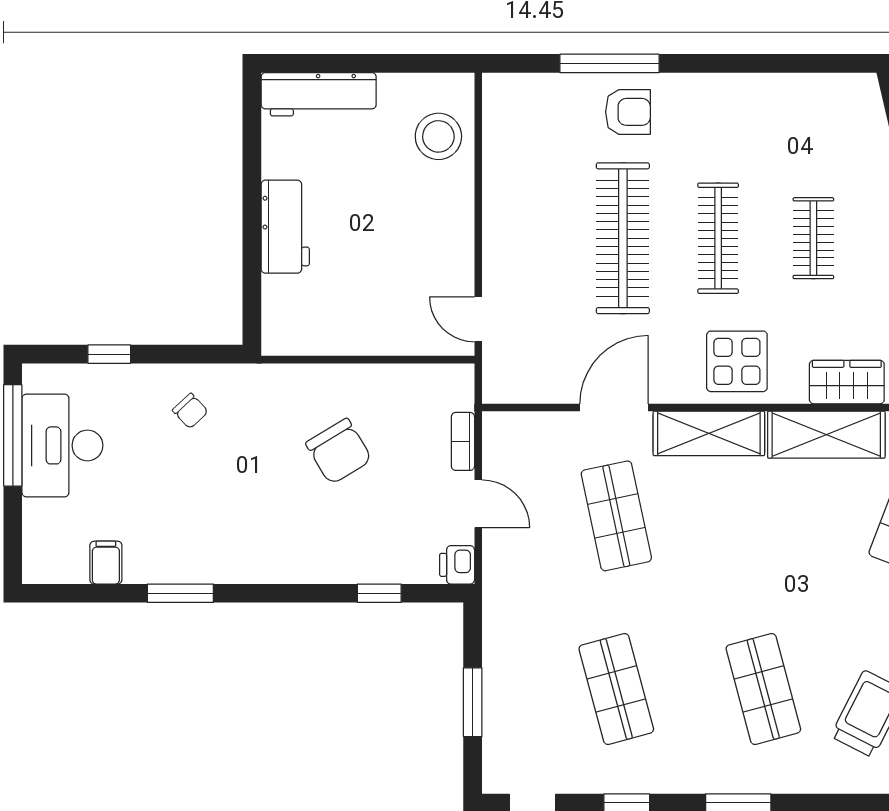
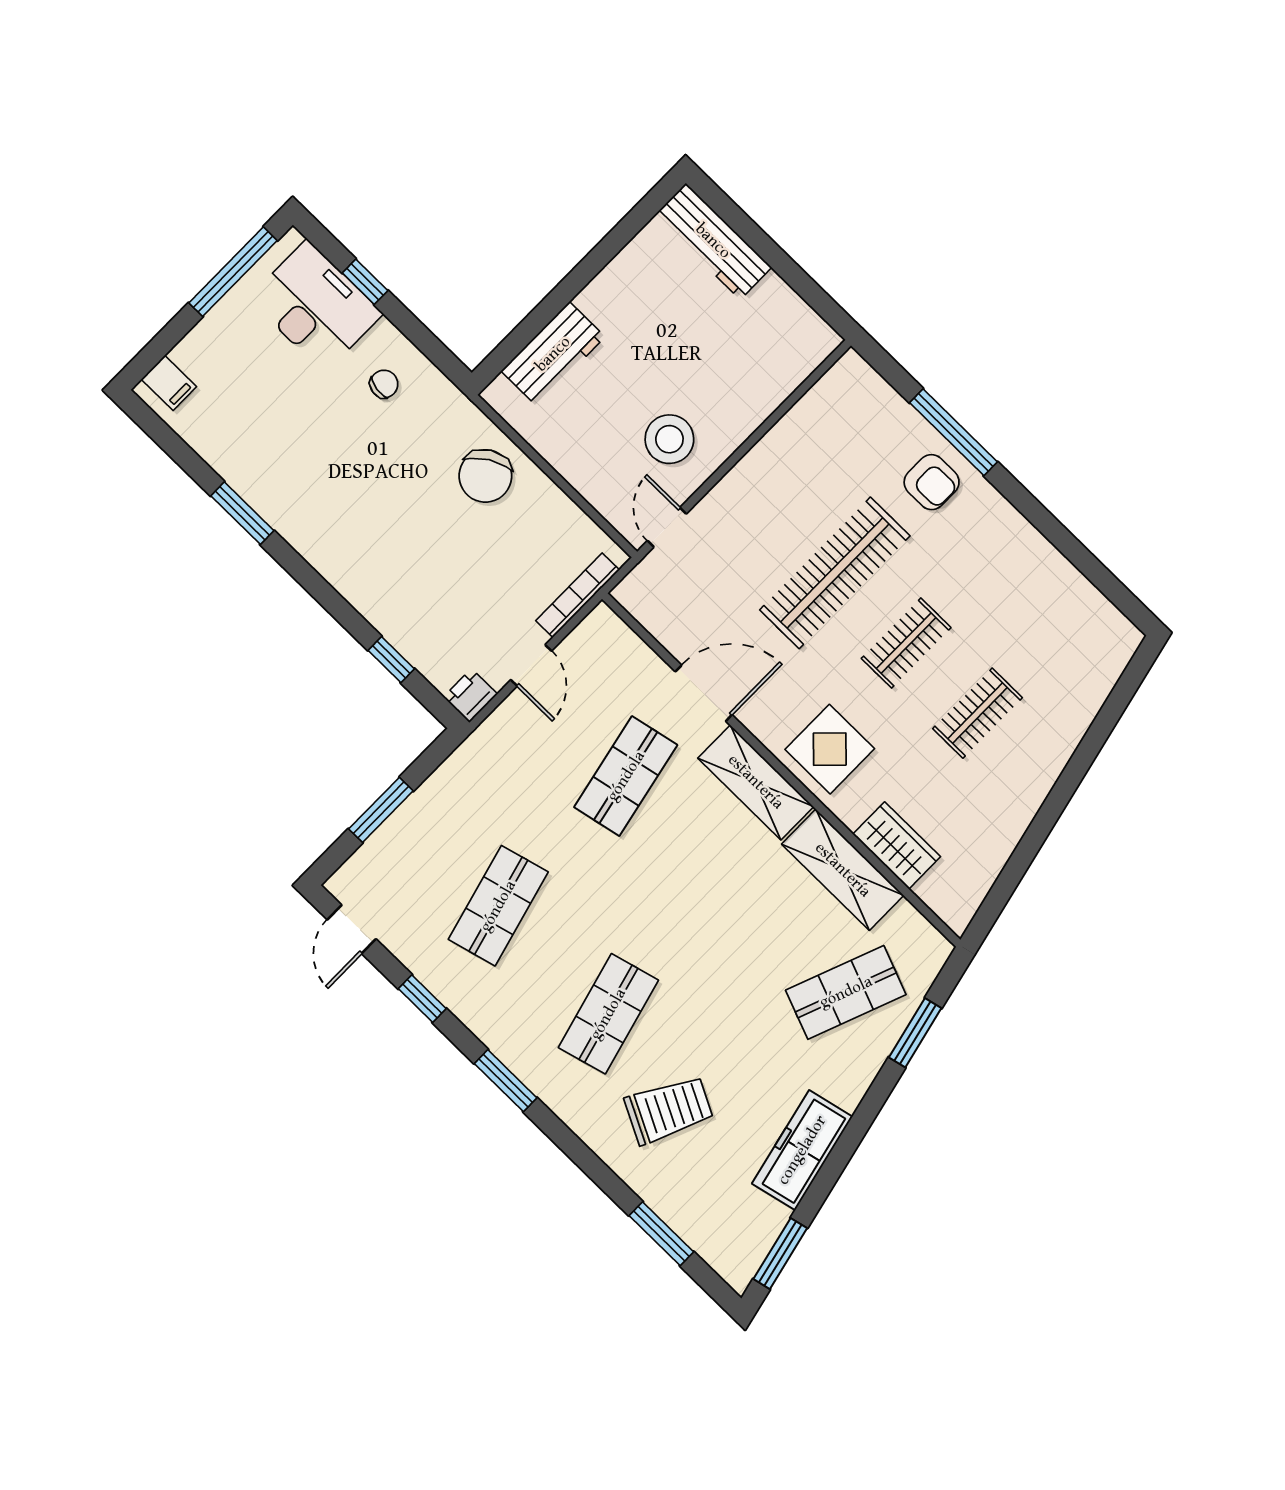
stool: (438, 136) -> (669, 439), moved
workbench: (285, 227) -> (553, 354), moved
clothes rail: (718, 238) -> (906, 643), width x0.73
chair: (190, 411) -> (384, 384), turned -128
bookcase: (463, 441) -> (578, 595), width x1.56
desk: (62, 445) -> (316, 306), moved, turned 90
chair: (339, 451) -> (485, 476), moved
filing cabinet: (106, 563) -> (169, 383), moved, turned 90

